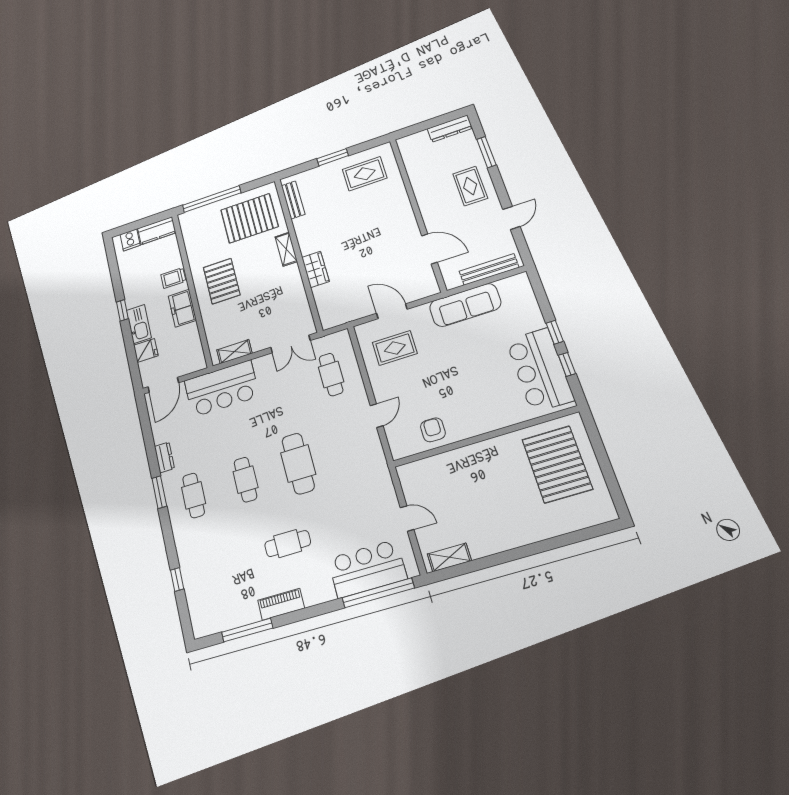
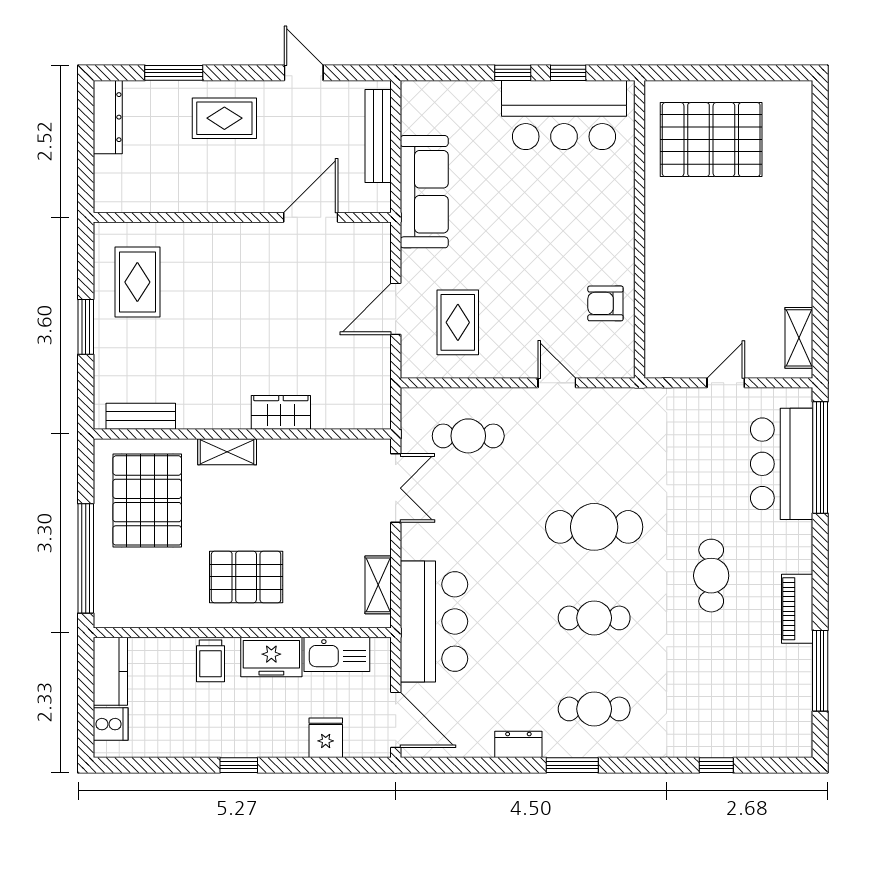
kitchen sink: (139, 324) -> (337, 654), moved, turned 180

